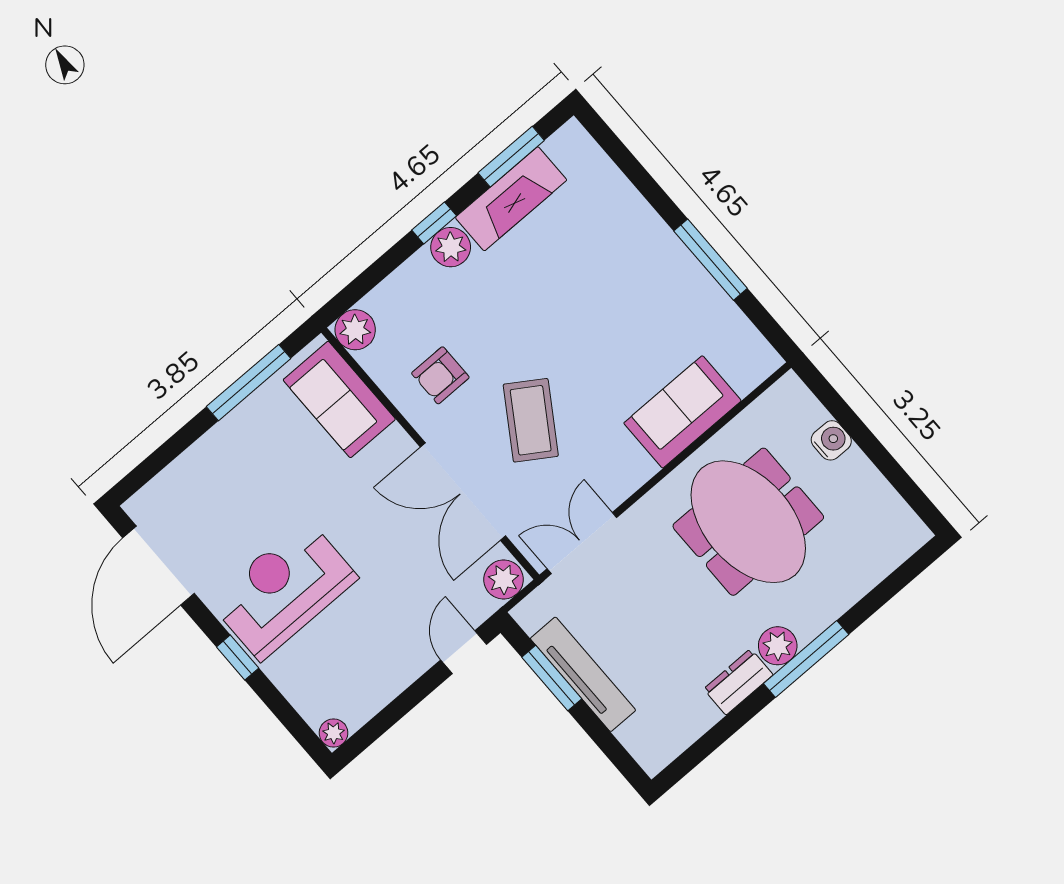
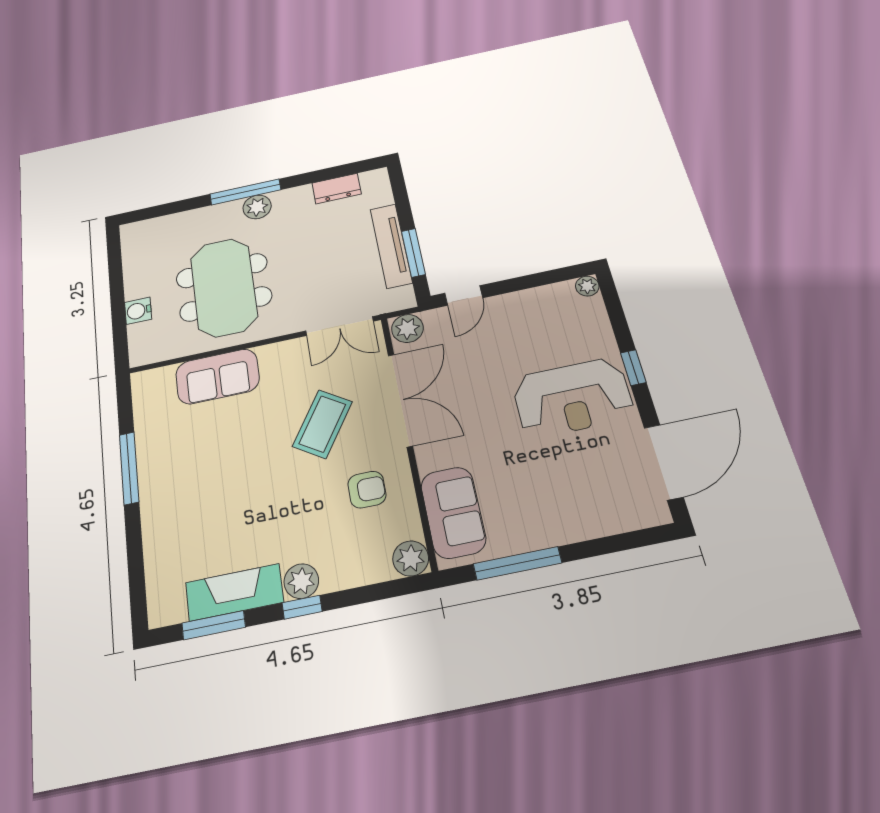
dresser: (738, 682) -> (337, 189), moved

